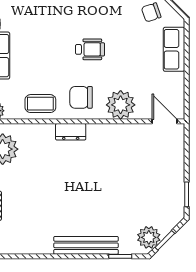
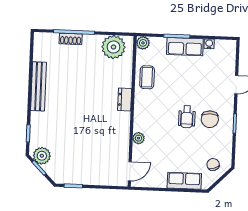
chair: (81, 97) -> (210, 119), moved, turned 180
plant: (121, 105) -> (139, 138), width x0.53, depth x0.53
bench: (86, 245) -> (38, 86), moved

